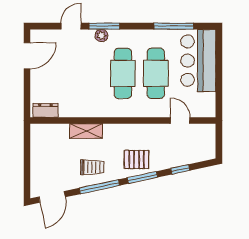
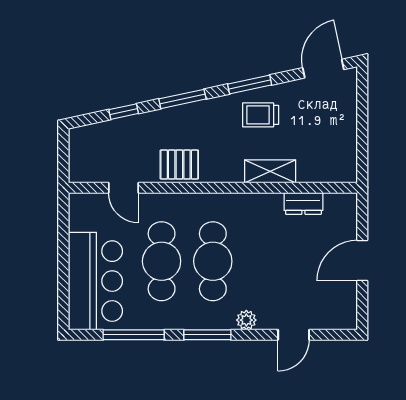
window: (104, 26) -> (207, 335), moved
door: (27, 56) -> (362, 261), moved
dresser: (45, 110) -> (303, 204), moved
pallet: (137, 160) -> (179, 165), moved
window: (99, 187) -> (250, 85), width x0.69

